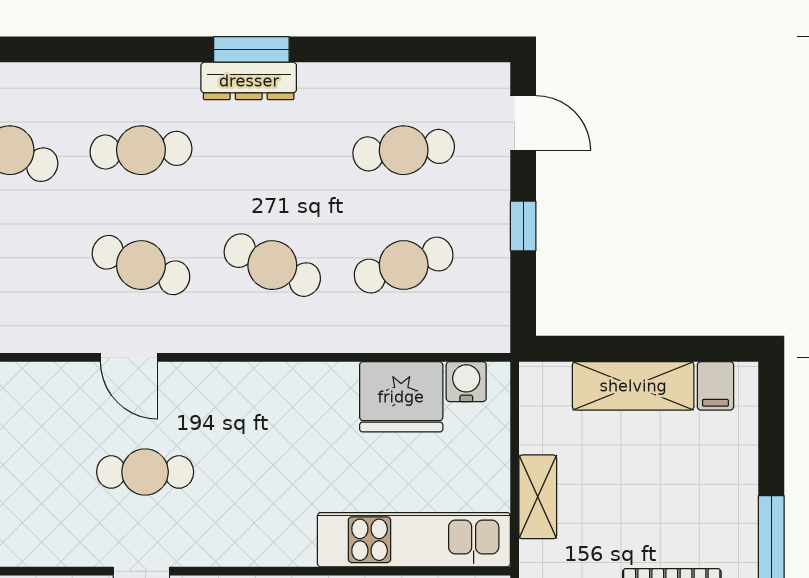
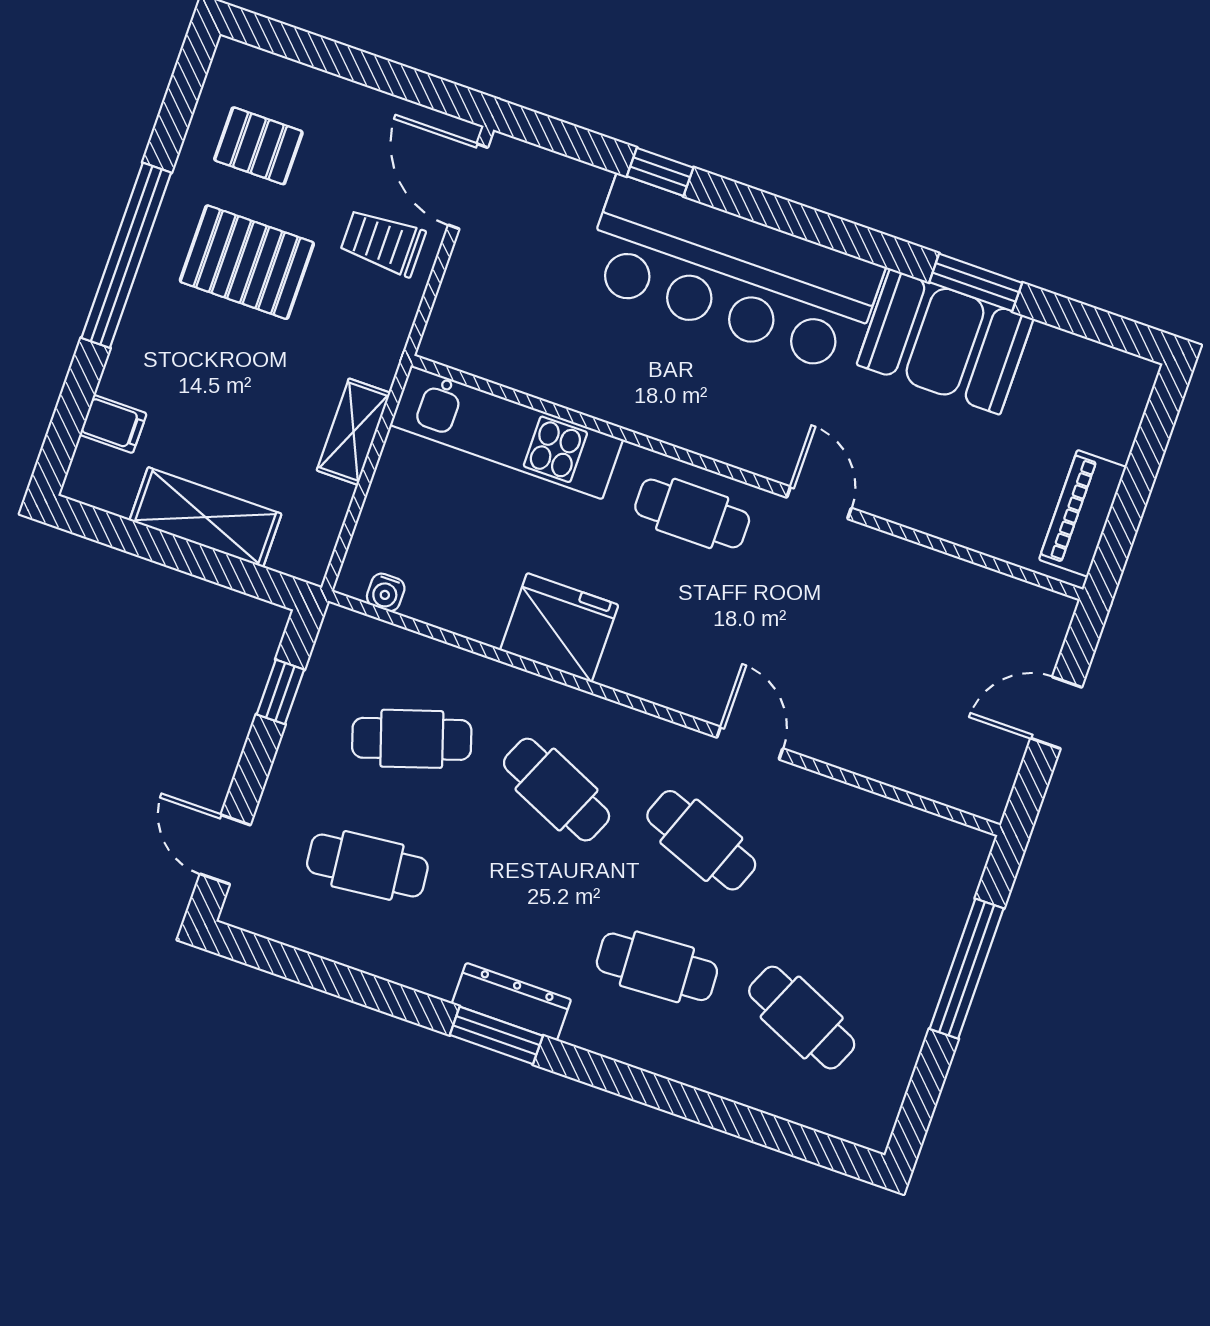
window: (523, 226) -> (280, 692), moved
water cooler: (466, 382) -> (386, 592), width x0.72, depth x0.72
filing cabinet: (715, 386) -> (113, 424), moved, turned 90
fridge: (401, 397) -> (559, 628), moved
cafe table: (145, 472) -> (692, 513), moved

